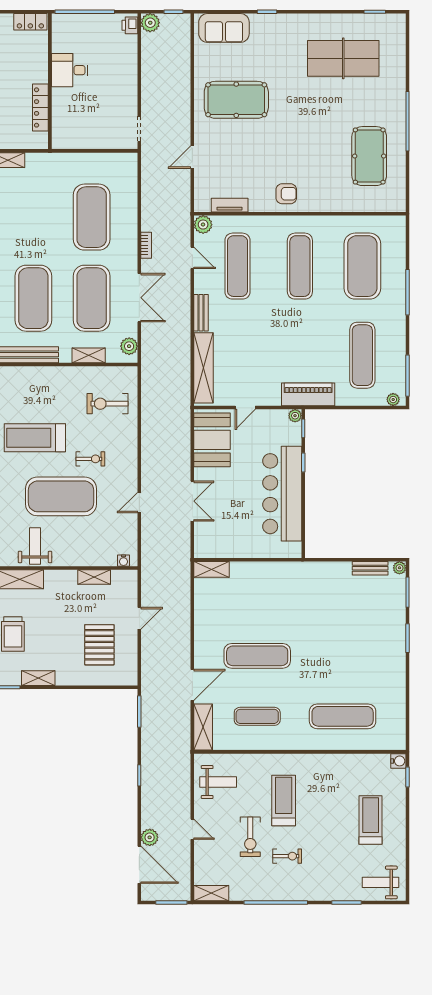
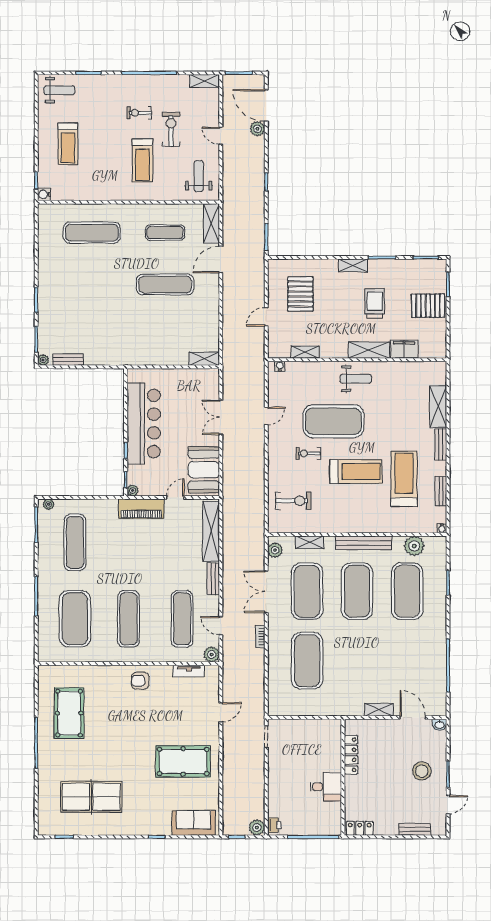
piano: (308, 394) -> (141, 509), moved
weight bench: (35, 546) -> (356, 379), turned -90
weight bench: (218, 782) -> (199, 176), turned 90

